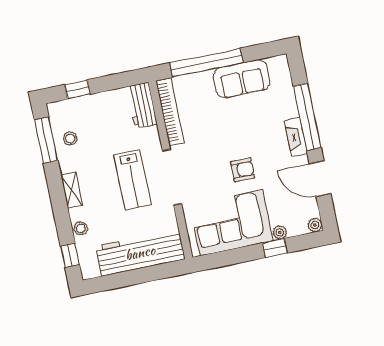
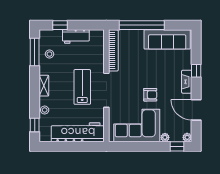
sofa: (242, 79) -> (167, 39), width x1.36
workbench: (142, 105) -> (76, 37), moved, turned -90
window: (307, 117) -> (196, 71), width x0.32
lab bench: (133, 180) -> (82, 87), turned 180
window: (275, 248) -> (177, 146), moved

